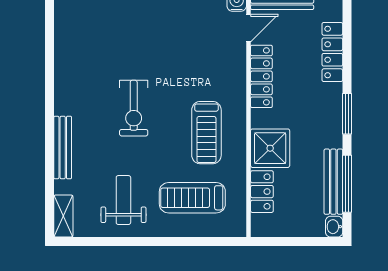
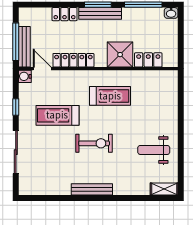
locker: (332, 52) -> (64, 14), width x0.66
bench: (63, 148) -> (92, 189), moved
bench: (333, 182) -> (100, 13), moved
treadmill: (192, 198) -> (57, 115), moved, turned 90

